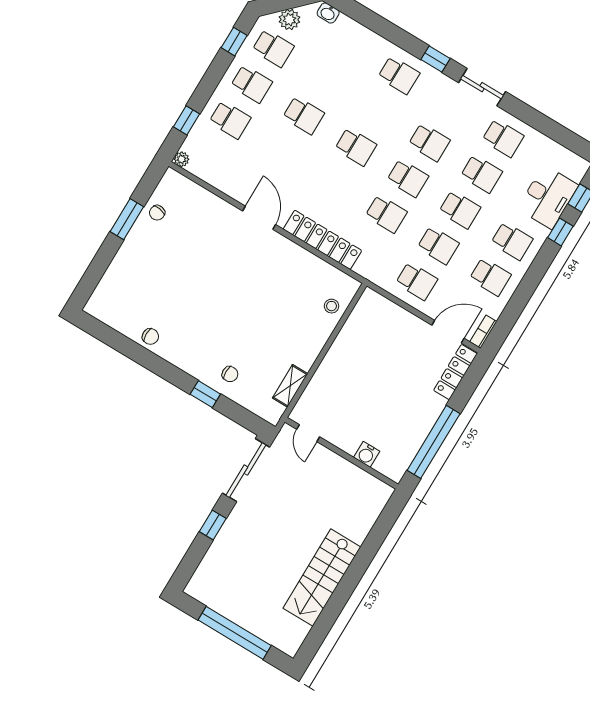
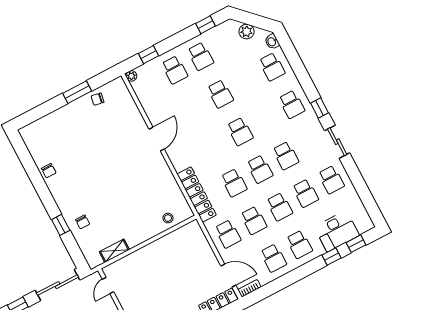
school desk: (273, 48) -> (272, 67), moved
locker: (322, 240) -> (197, 194), moved

